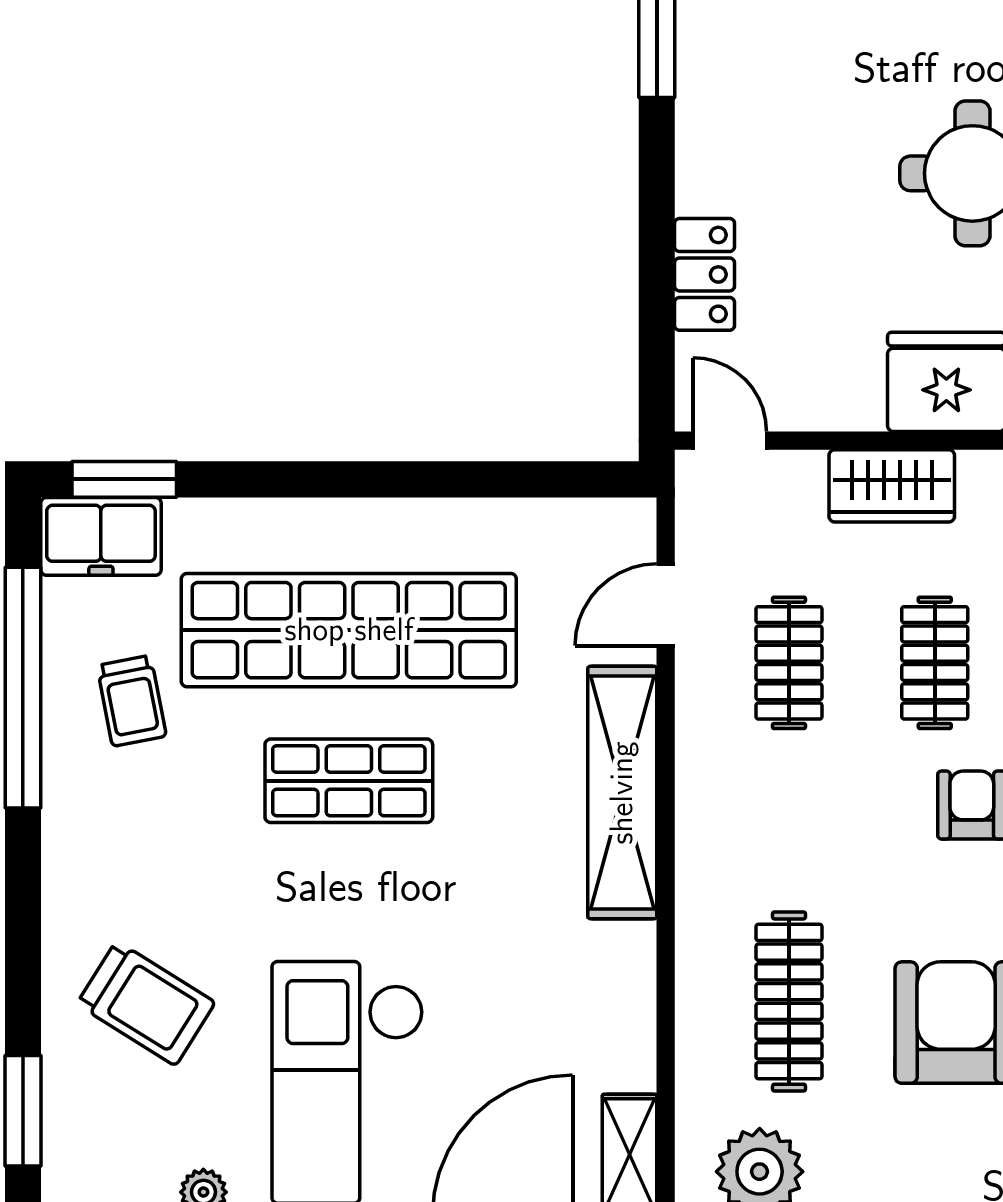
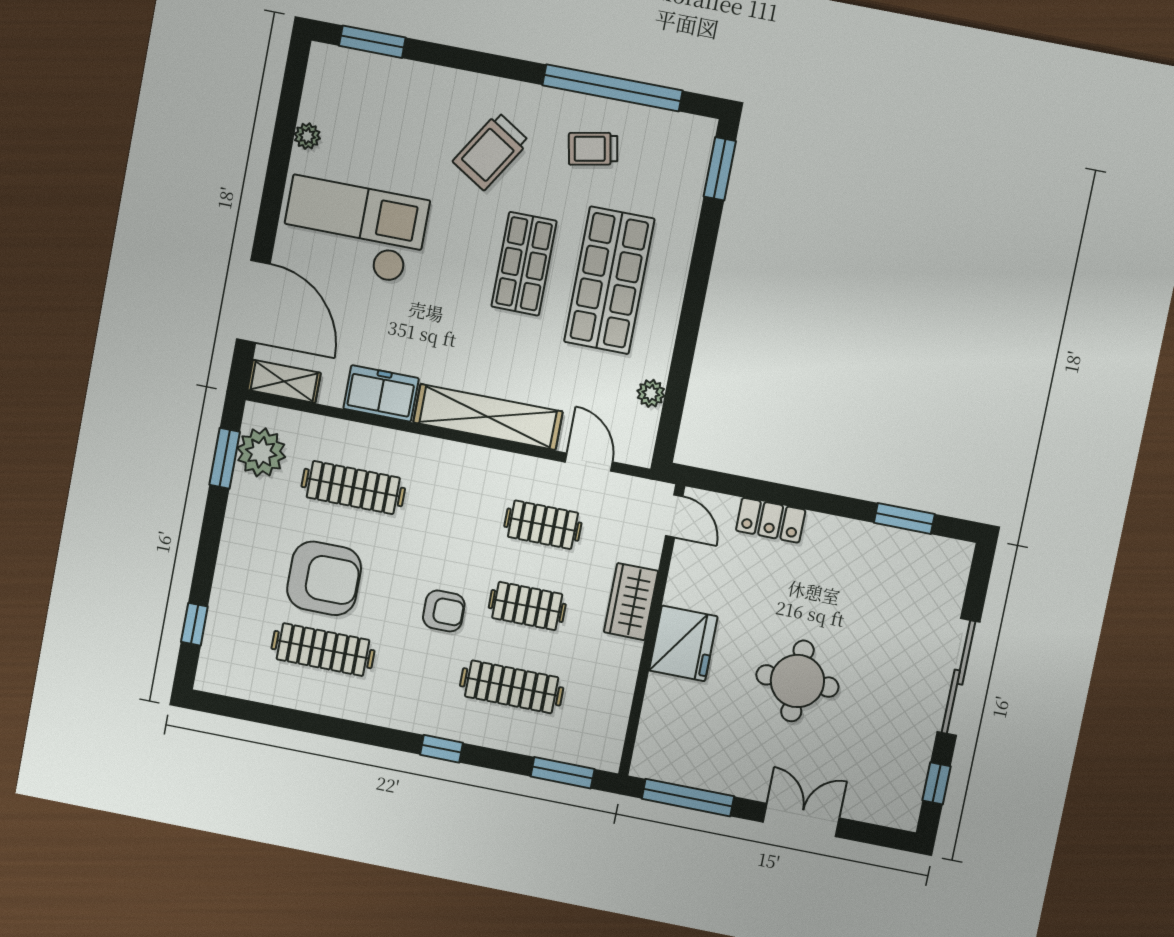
door: (730, 441) -> (674, 516), hinge flipped
plant: (528, 522) -> (651, 393), added
freezer: (101, 536) -> (381, 393), moved, turned 90
shop shelf: (349, 630) -> (609, 280), width x0.71
trolley: (146, 1003) -> (491, 151), moved

